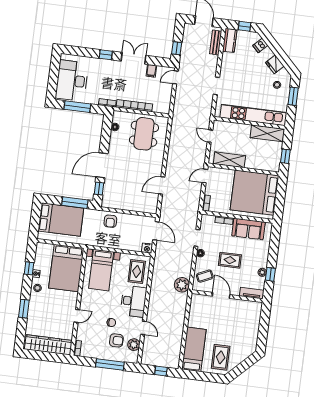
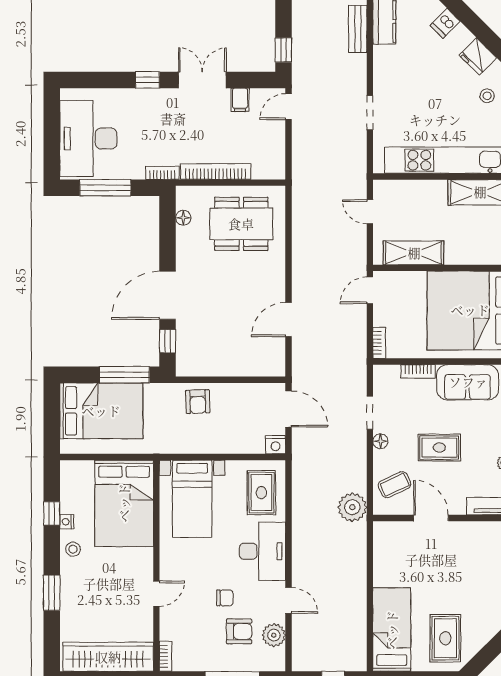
dining table: (144, 134) -> (241, 224), turned 90

